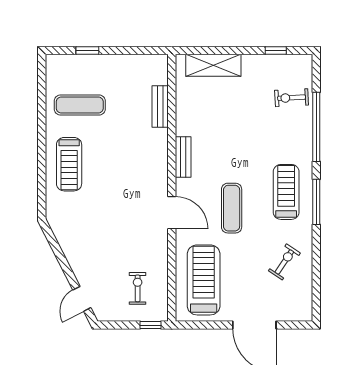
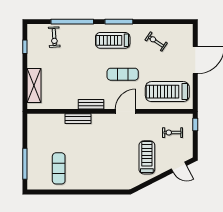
window: (87, 51) -> (25, 164), width x2.17
bench: (160, 107) -> (78, 119), moved
treadmill: (69, 164) -> (147, 157), moved, turned -90

